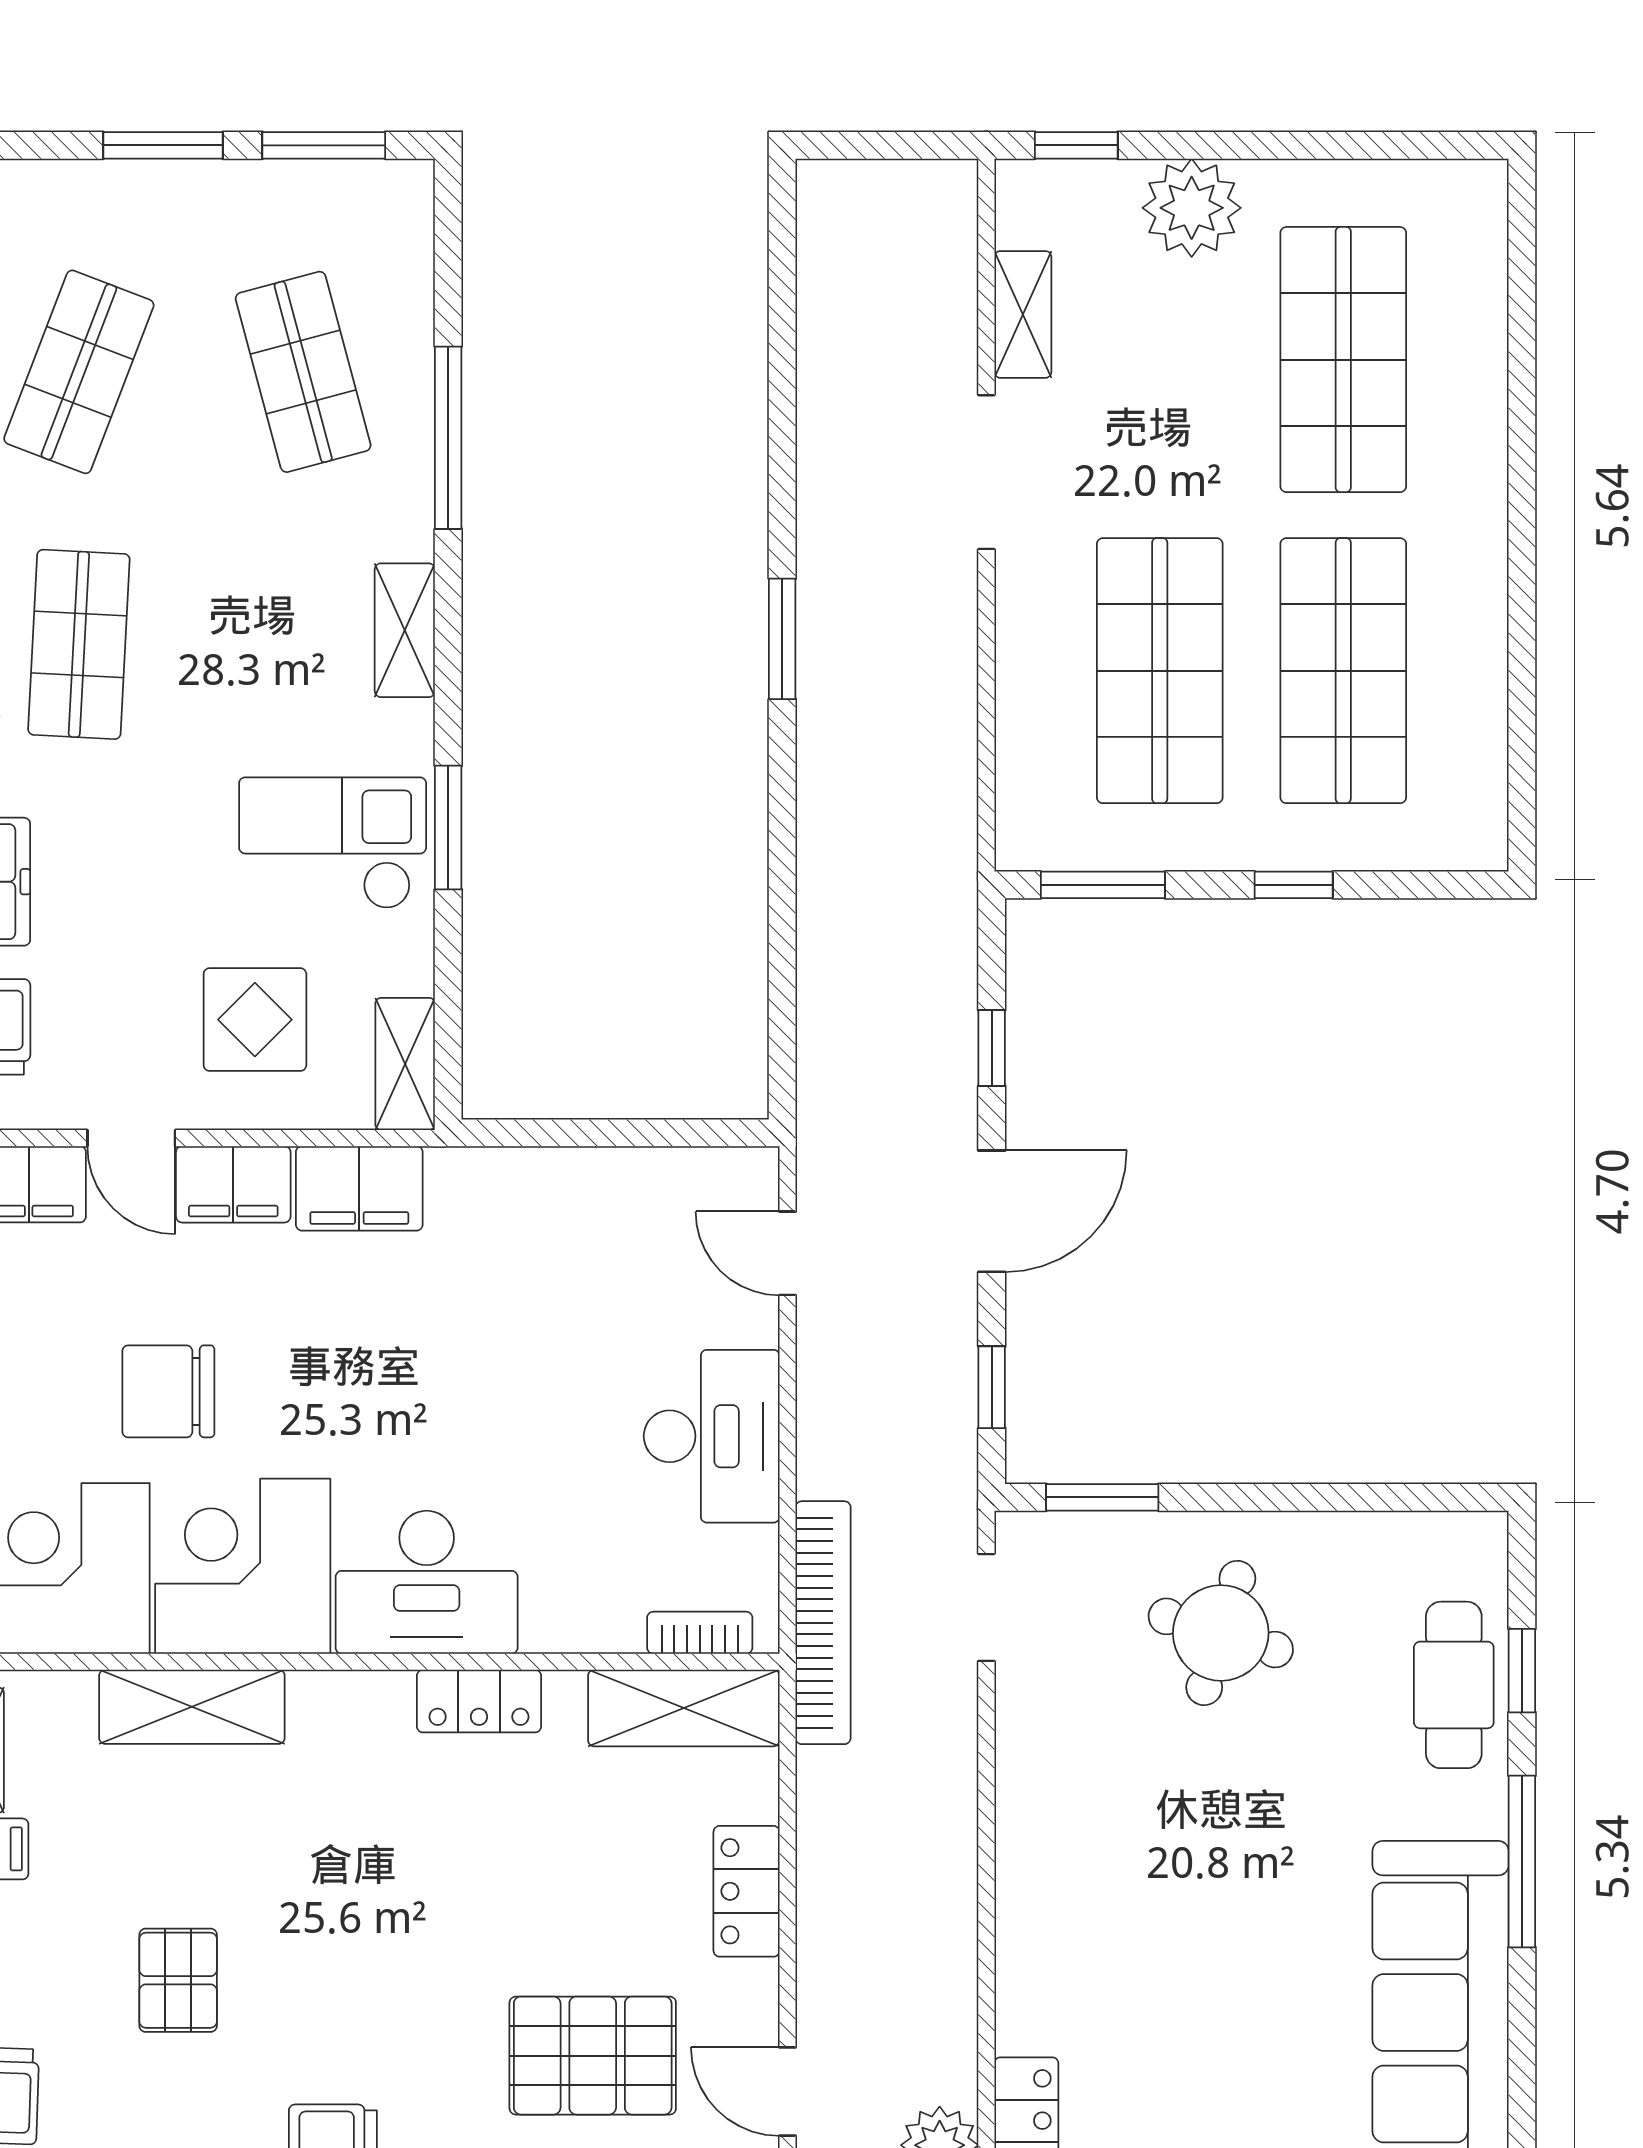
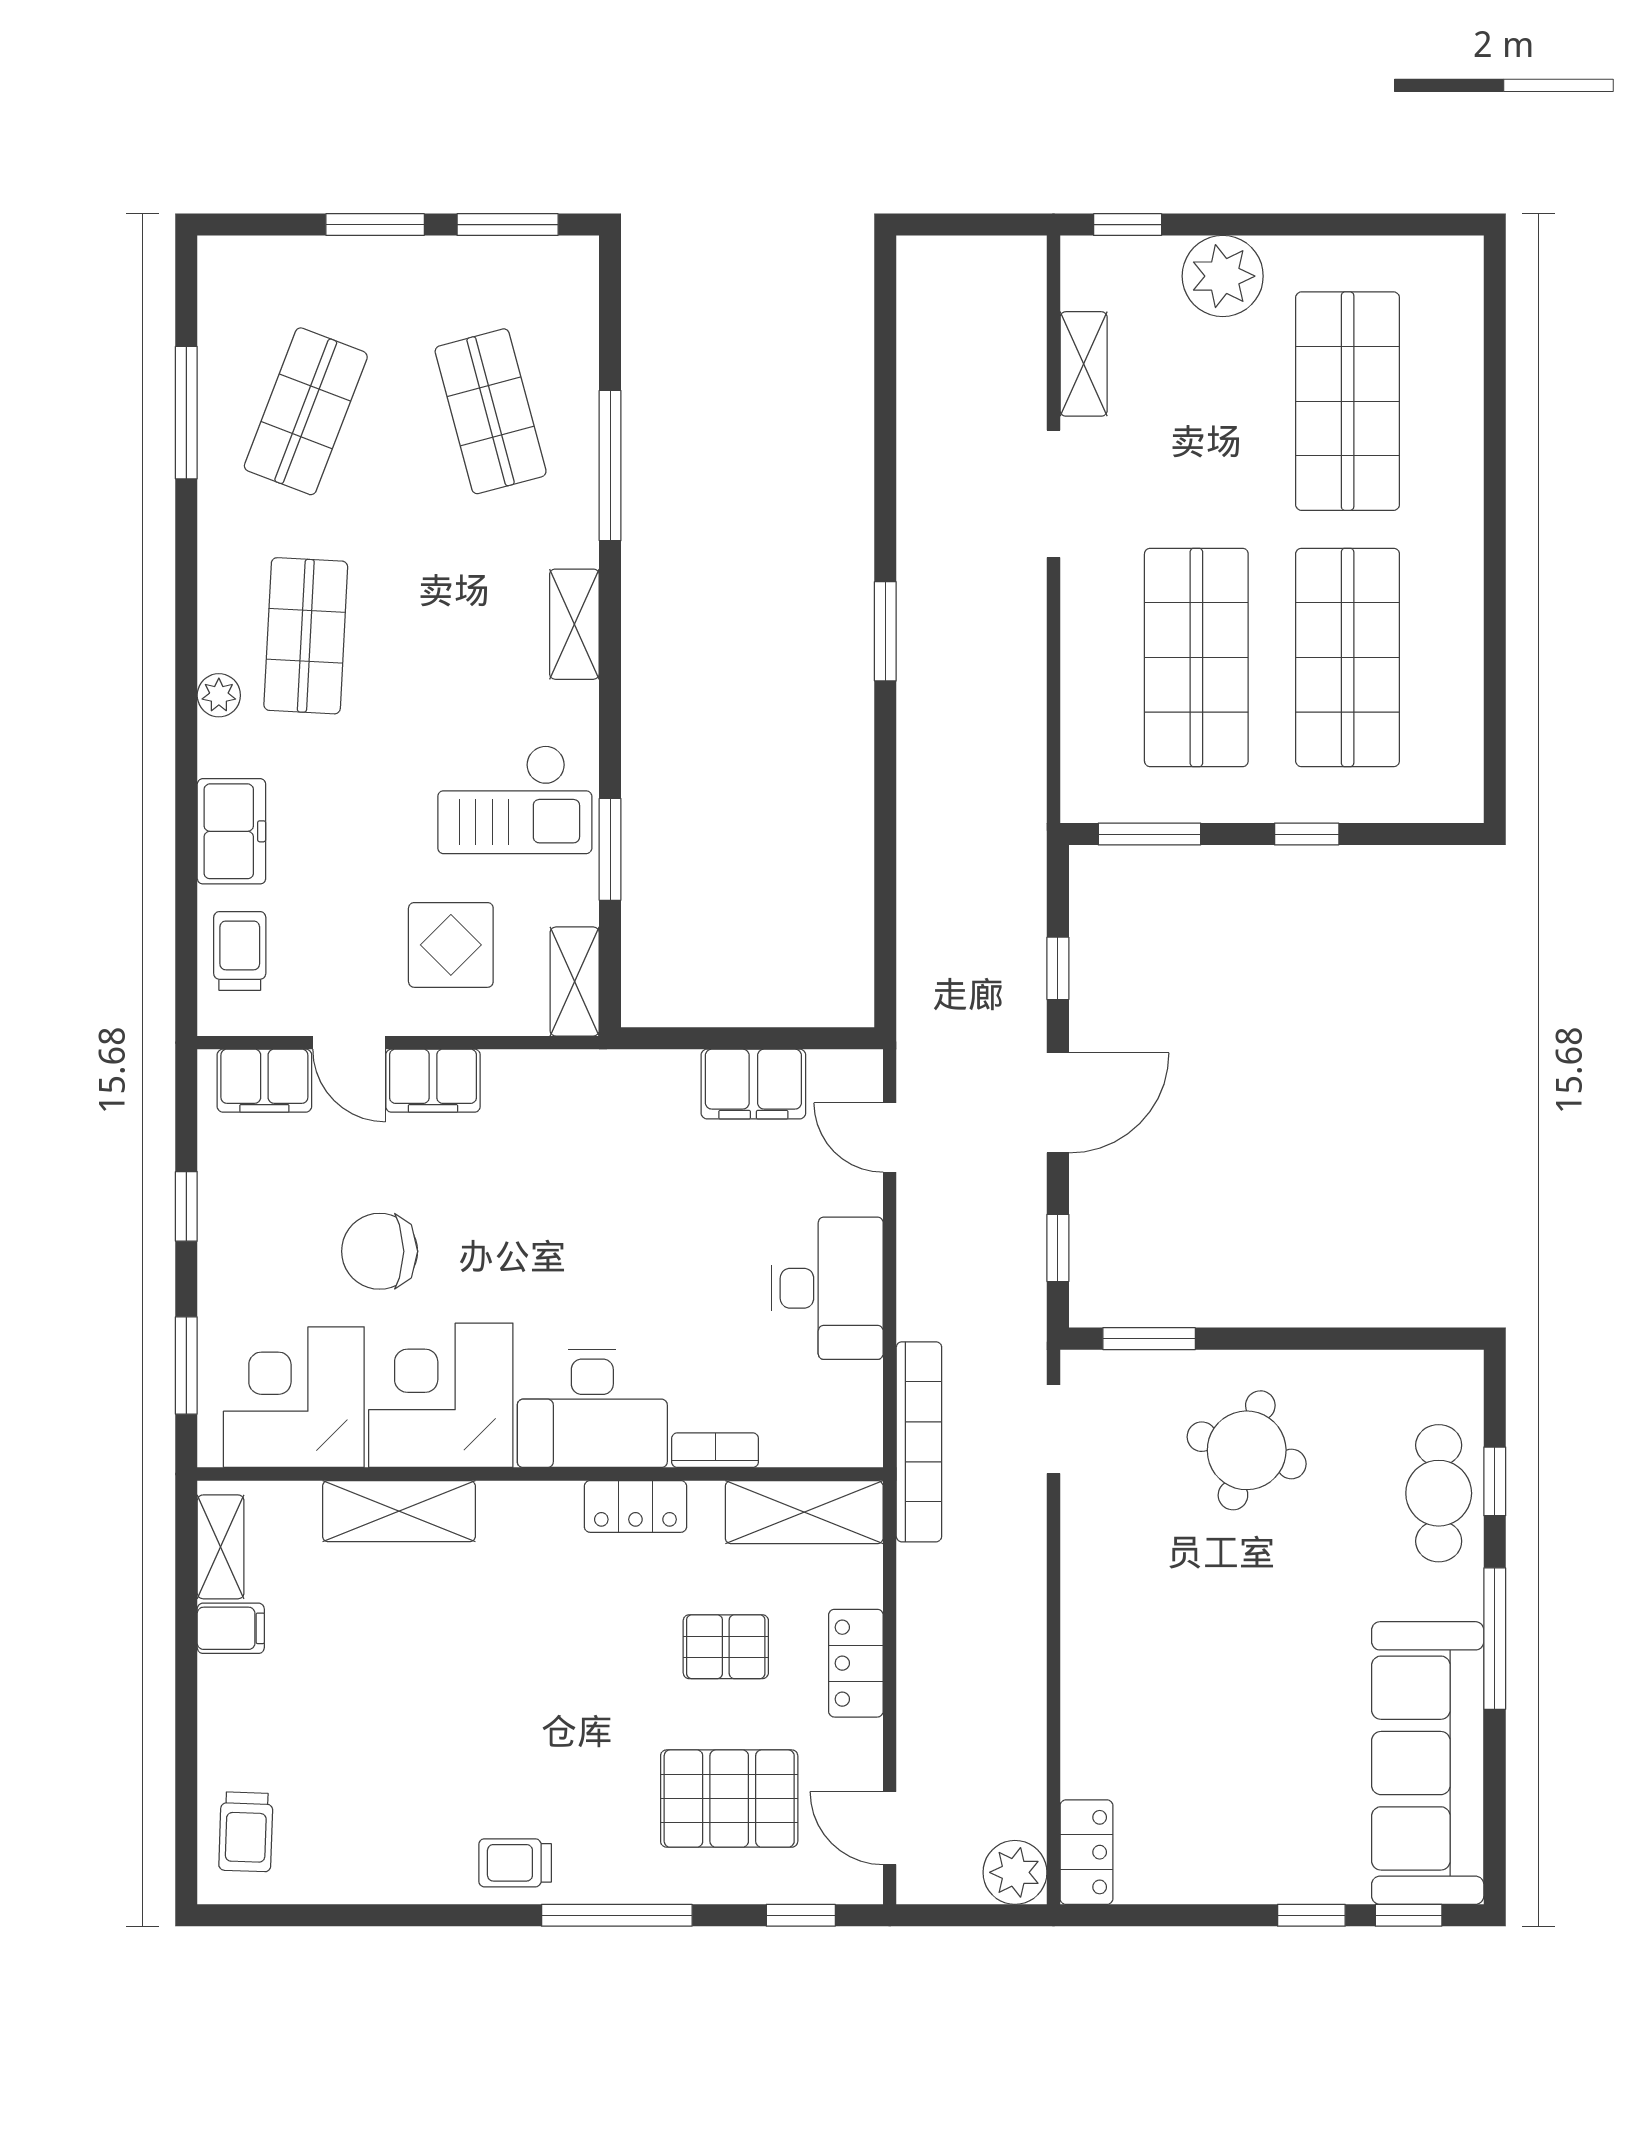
window: (448, 827) -> (610, 849), moved
checkout: (333, 843) -> (515, 799), turned 180
filing cabinet: (359, 1188) -> (753, 1084), moved
bookcase: (700, 1633) -> (715, 1450), moved
pallet: (178, 1980) -> (726, 1647), moved, turned 90

